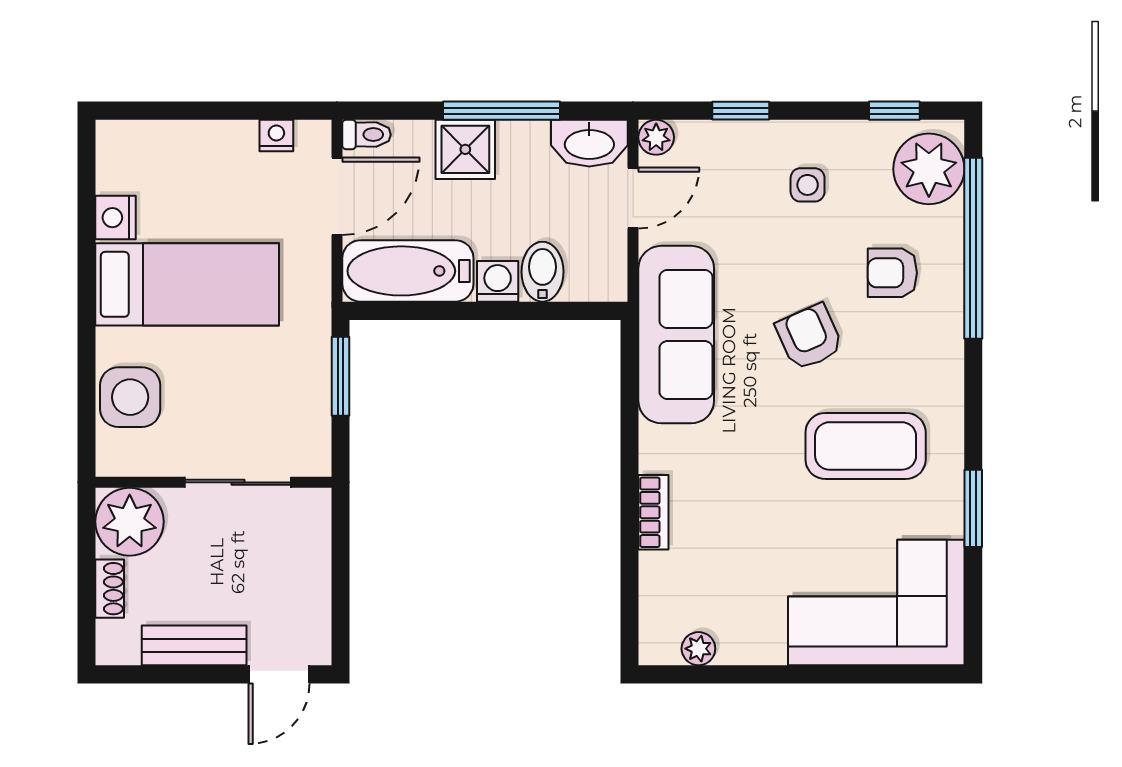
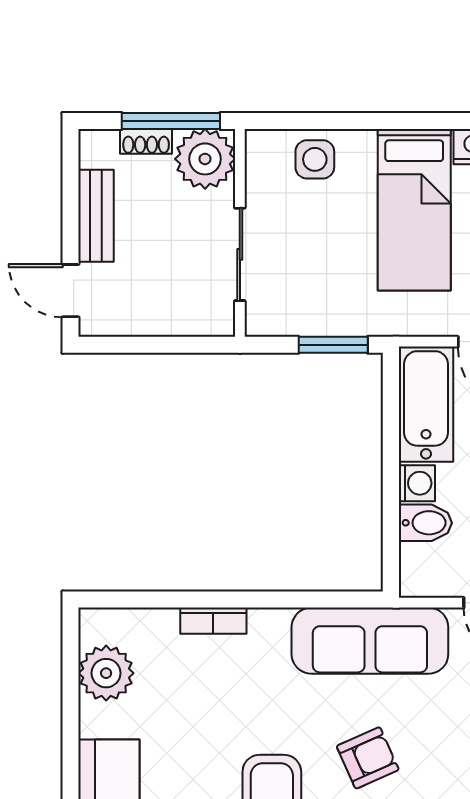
side table: (130, 397) -> (315, 159), width x0.73, depth x0.73
window: (87, 560) -> (171, 121), added
plant: (698, 649) -> (106, 673), width x1.87, depth x1.87

